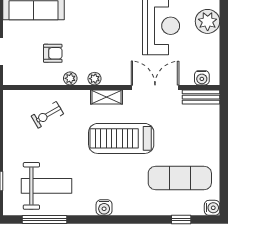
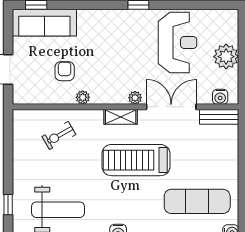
plant: (208, 21) -> (226, 57), moved
armchair: (53, 53) -> (65, 71), turned -90
plant: (95, 79) -> (135, 98), moved

